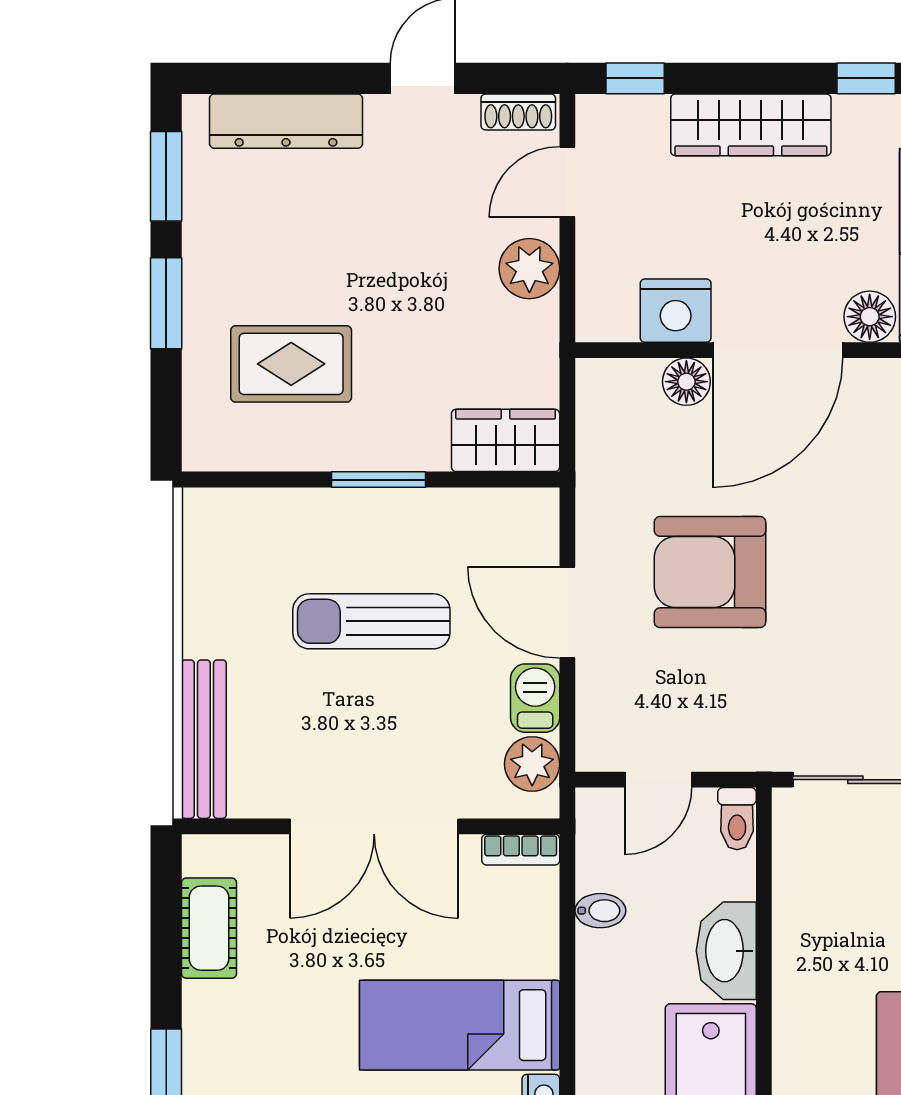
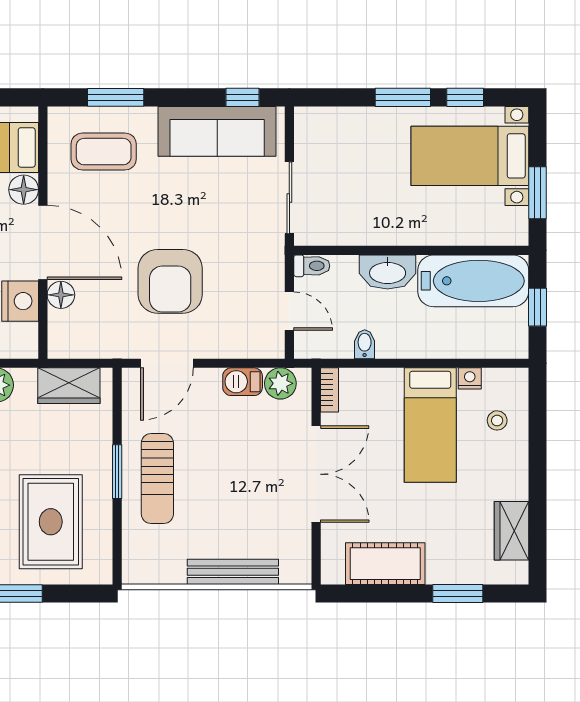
rug: (291, 364) -> (51, 522), width x1.36, depth x1.43
wardrobe: (506, 440) -> (69, 386), moved, turned -90
door: (567, 612) -> (167, 363), moved
sun lounger: (371, 621) -> (157, 479), moved
bench: (204, 739) -> (233, 572), moved
cot: (209, 928) -> (385, 564), width x1.37, depth x1.34

